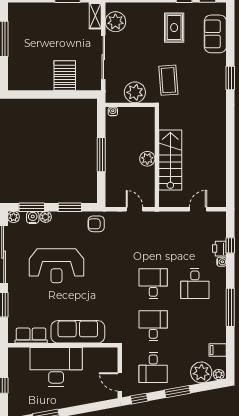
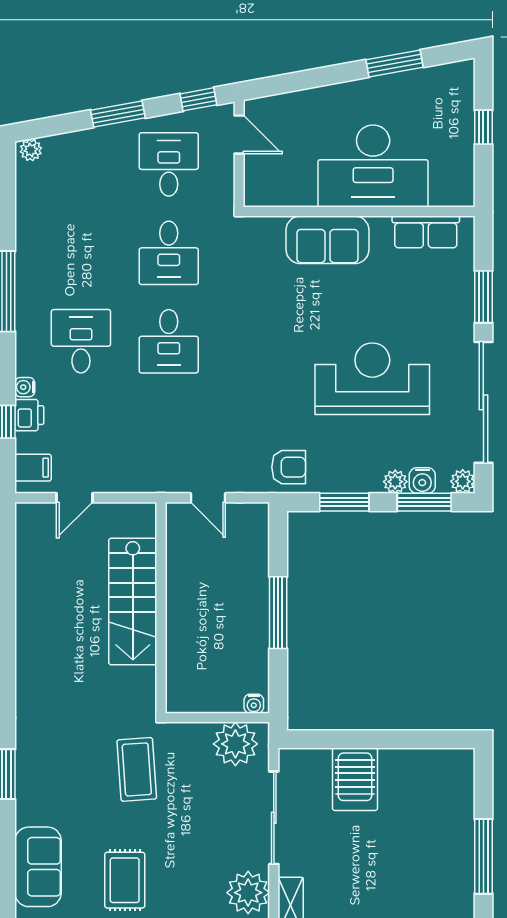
plant: (135, 92) -> (235, 744), moved
plant: (147, 159) -> (181, 604), removed
sofa: (78, 332) -> (327, 240), width x0.73
filing cabinet: (218, 350) -> (33, 468), moved
plant: (201, 372) -> (68, 154), removed

